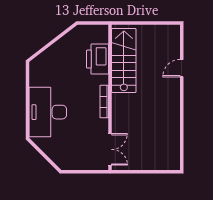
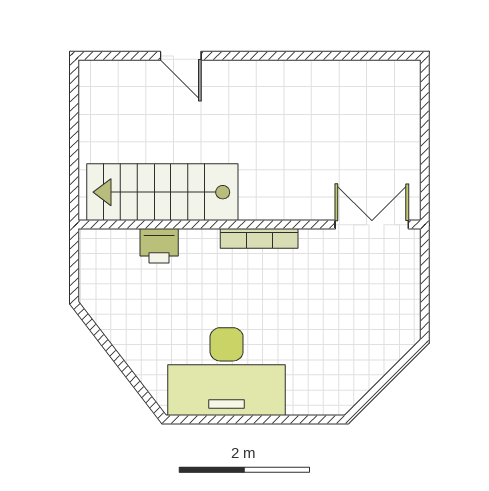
printer: (98, 59) -> (159, 246), width x0.53, depth x0.68
desk: (48, 112) -> (227, 372), moved

